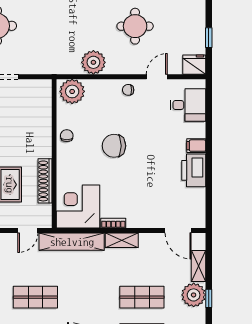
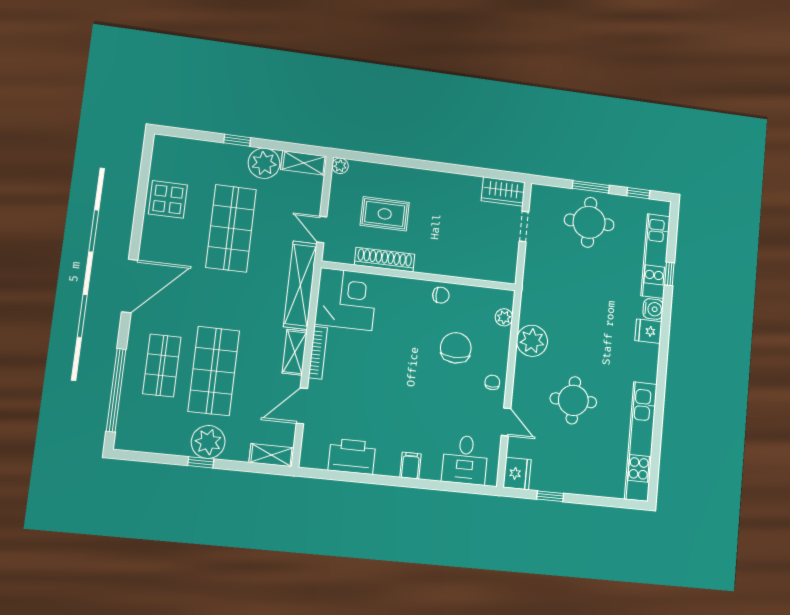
plant: (72, 91) -> (504, 317), width x0.53, depth x0.53
chair: (114, 146) -> (456, 348), moved
printer: (194, 170) -> (352, 456), moved
bookcase: (113, 223) -> (318, 353), width x1.56
door: (178, 230) -> (302, 406), moved
shelving: (199, 266) -> (271, 455), moved
shop shelf: (35, 297) -> (231, 228), width x1.43, depth x1.36
shop shelf: (142, 297) -> (214, 371), width x1.43, depth x1.36

